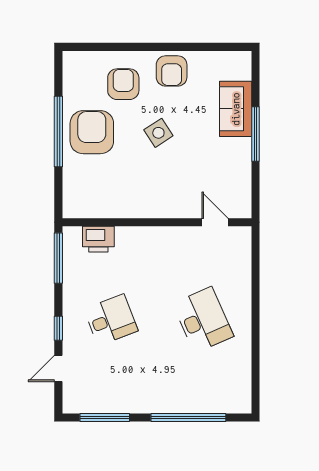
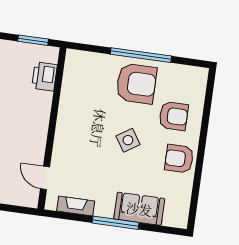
fireplace: (243, 183) -> (76, 206), added
door: (215, 222) -> (45, 178), swing flipped
window: (58, 258) -> (33, 40), width x0.69

